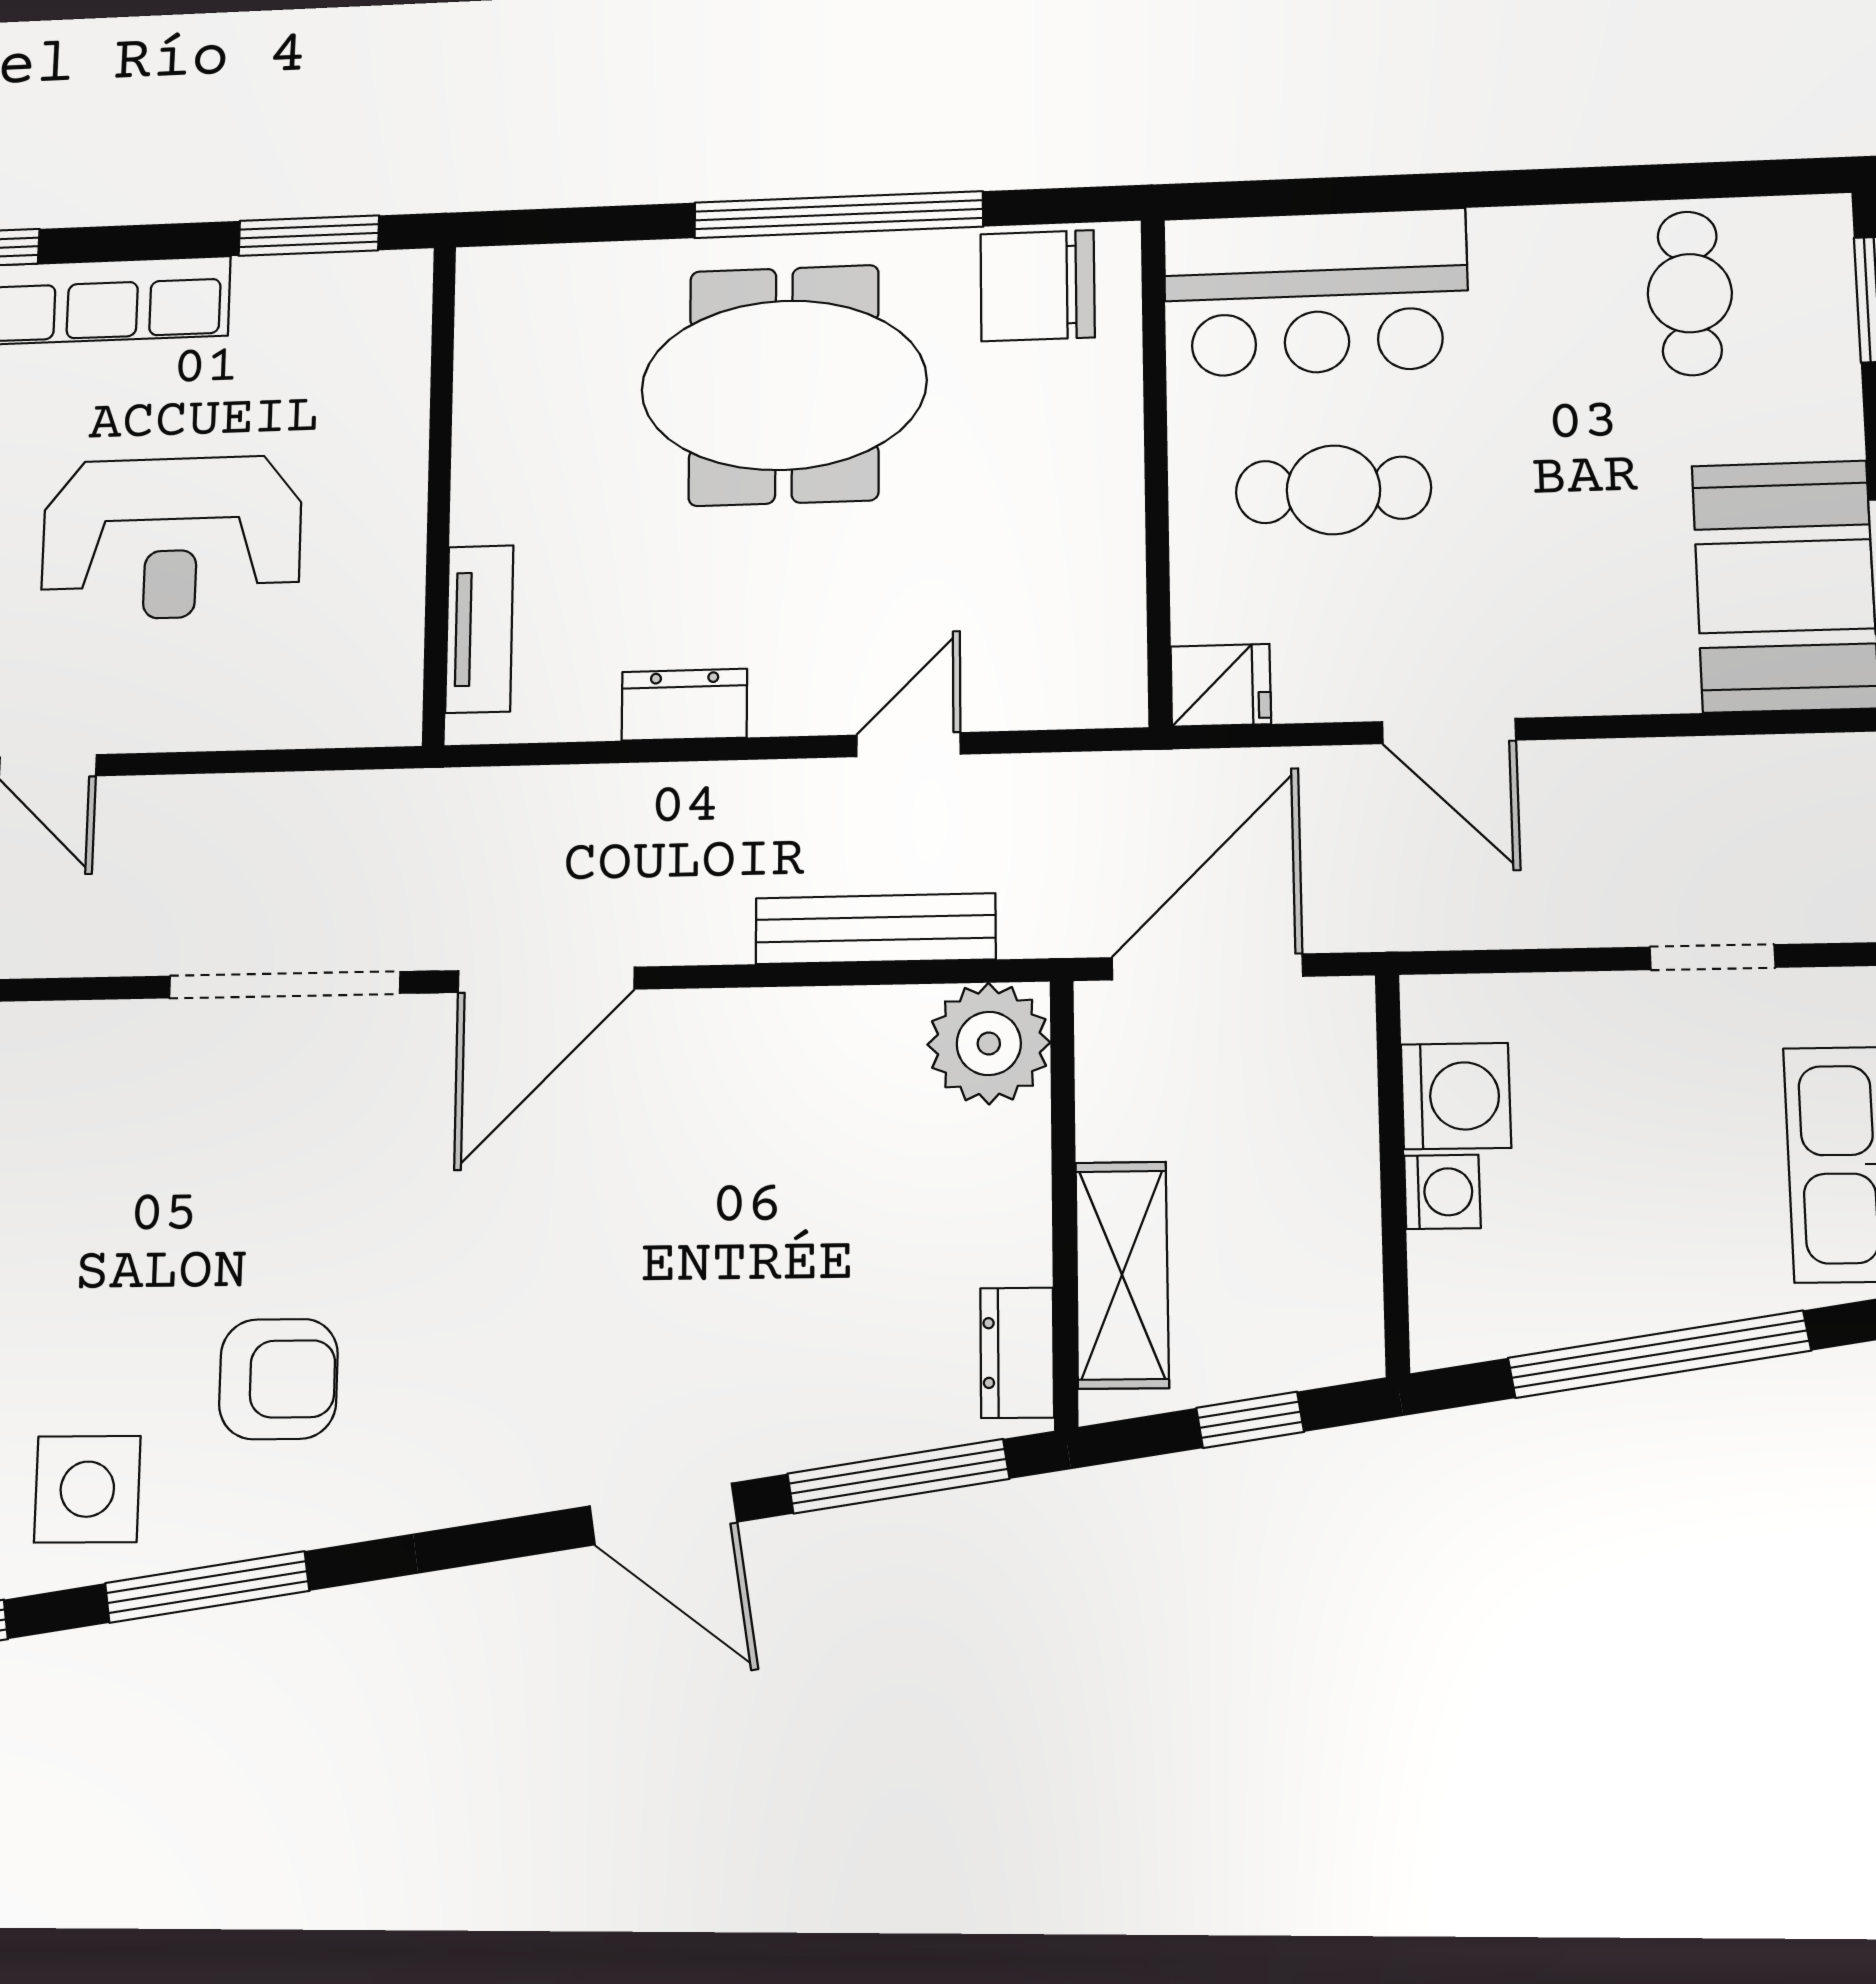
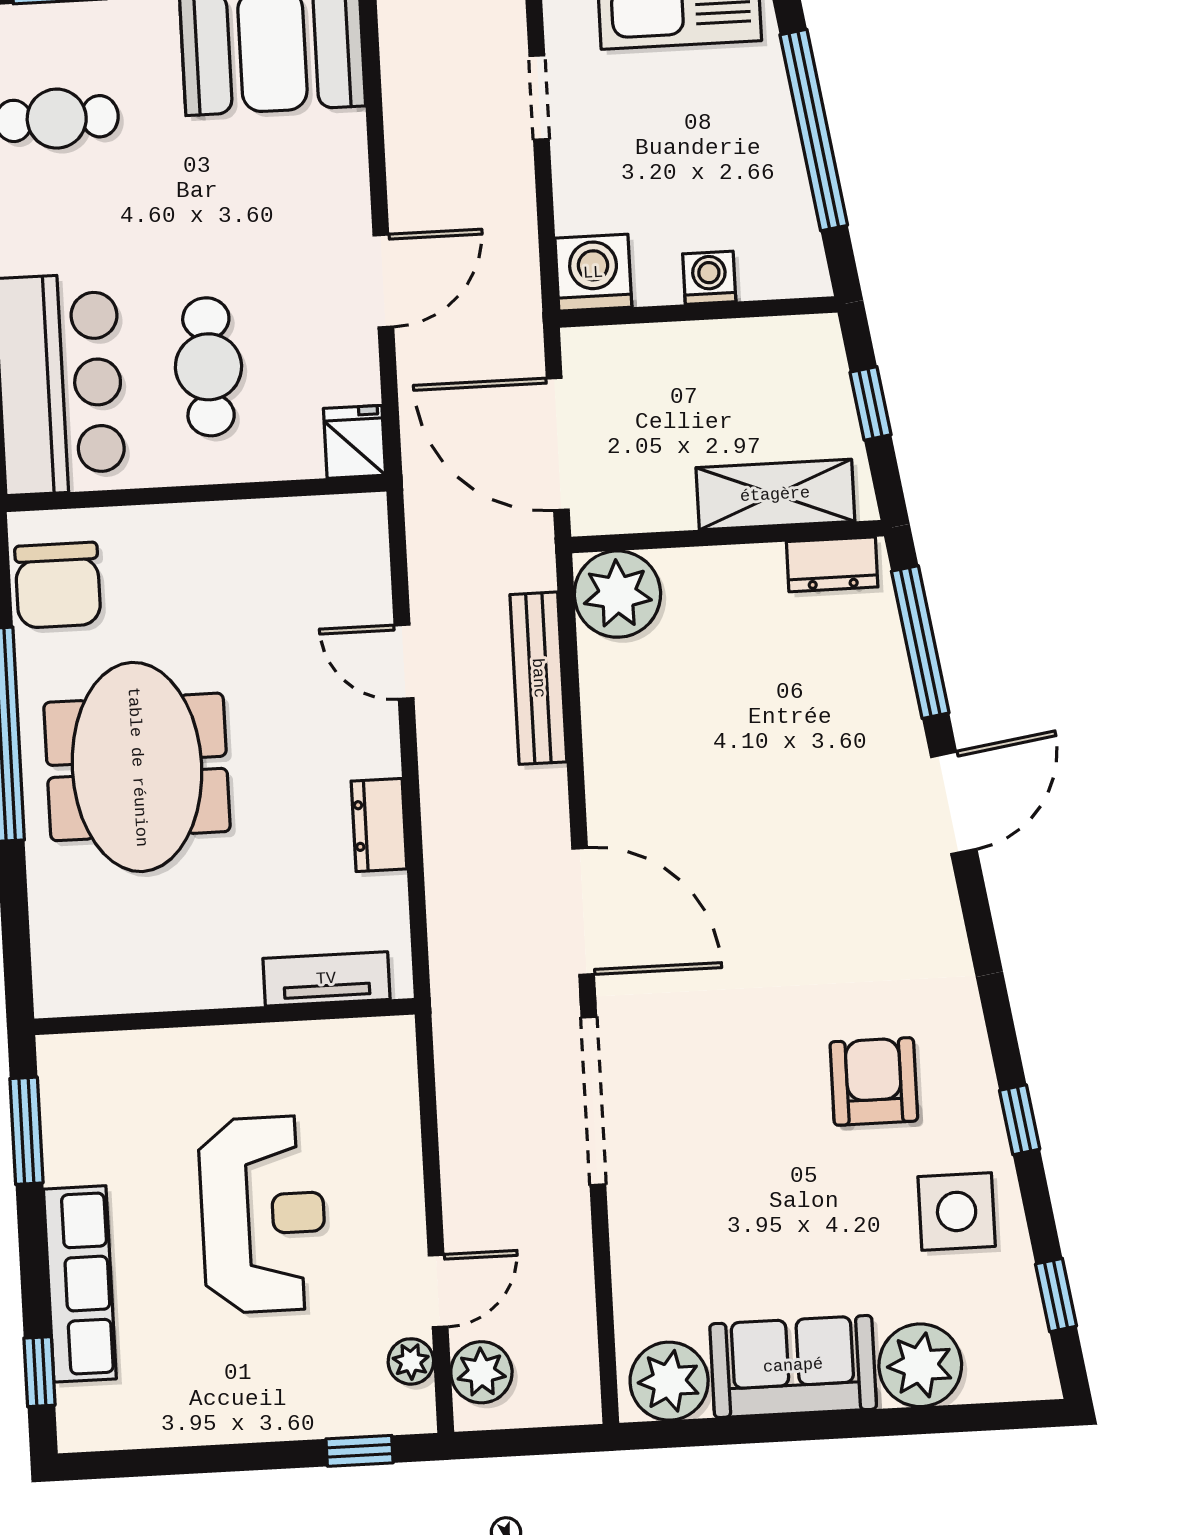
washing machine: (1456, 1096) -> (593, 273), moved
window: (207, 1587) -> (1020, 1120), width x0.46

